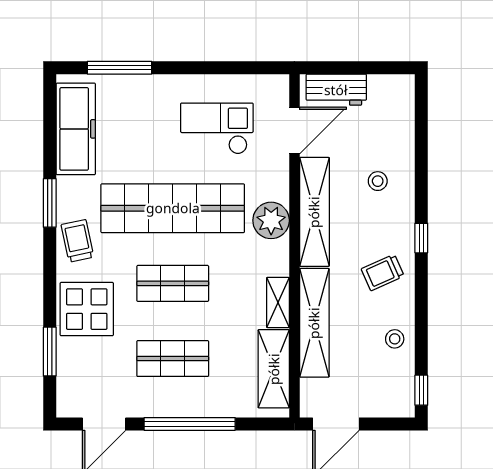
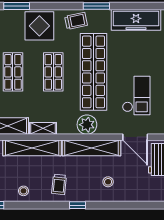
trolley: (383, 273) -> (59, 184), turned -150

